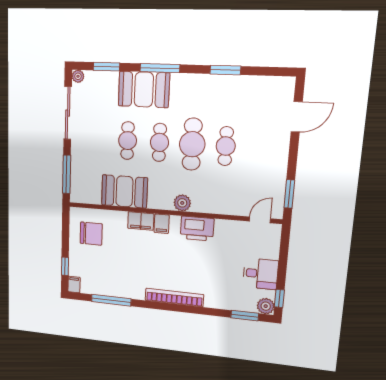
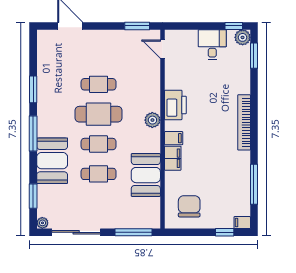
window: (160, 68) -> (33, 134), moved

